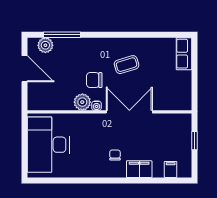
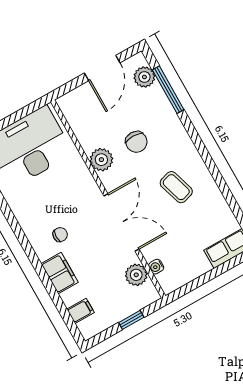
chair: (94, 80) -> (136, 142), moved, turned 180
water cooler: (97, 106) -> (156, 267), moved
plant: (168, 121) -> (136, 275), added

